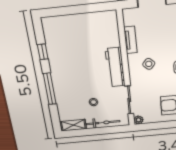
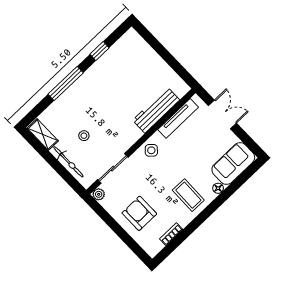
tv unit: (131, 40) -> (178, 118), width x1.41
side table: (149, 64) -> (151, 150), moved
workbench: (115, 67) -> (156, 110), moved

